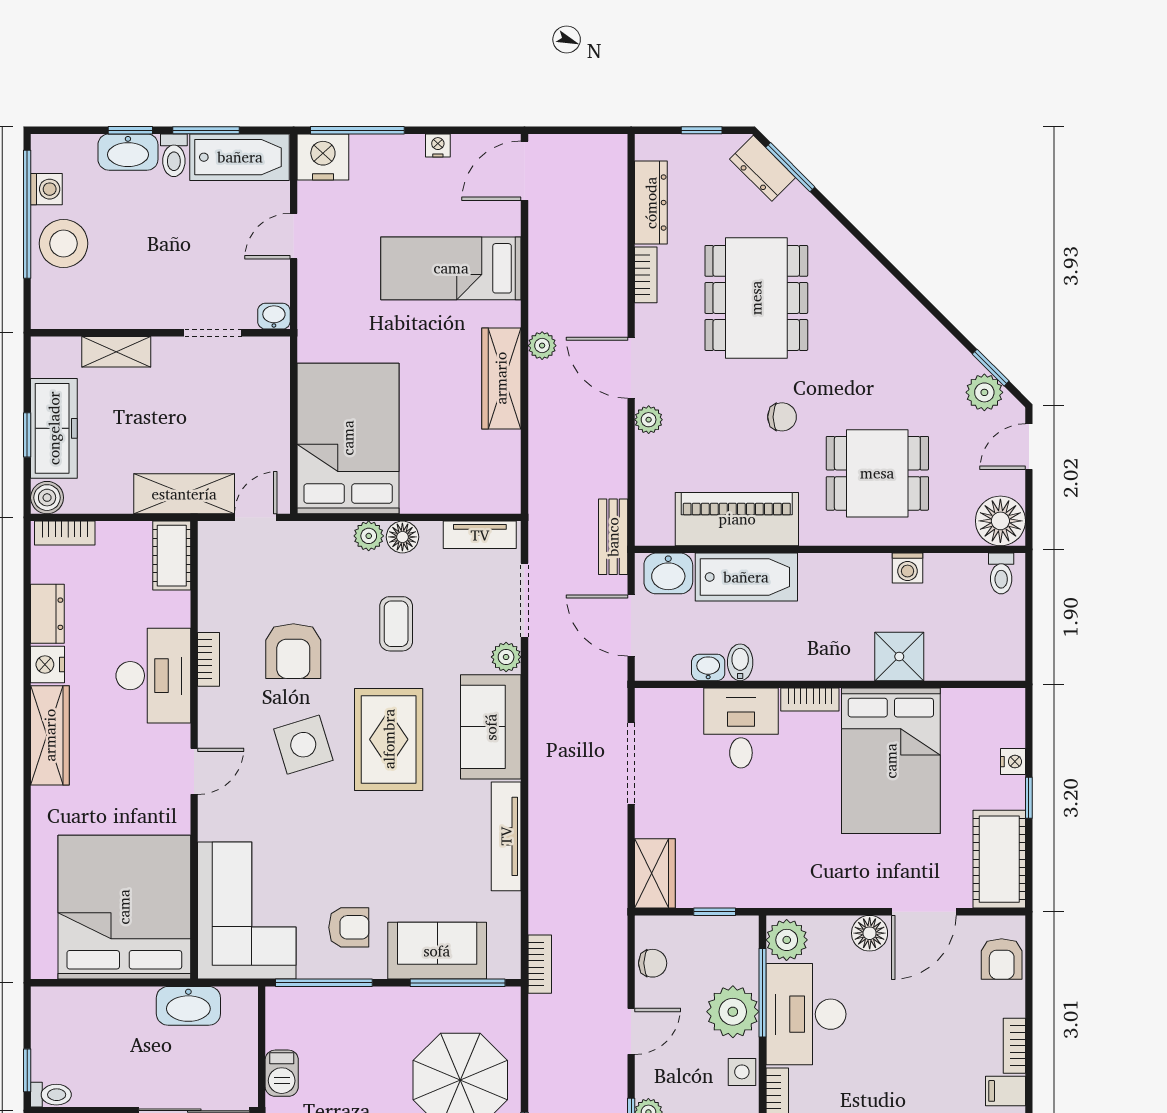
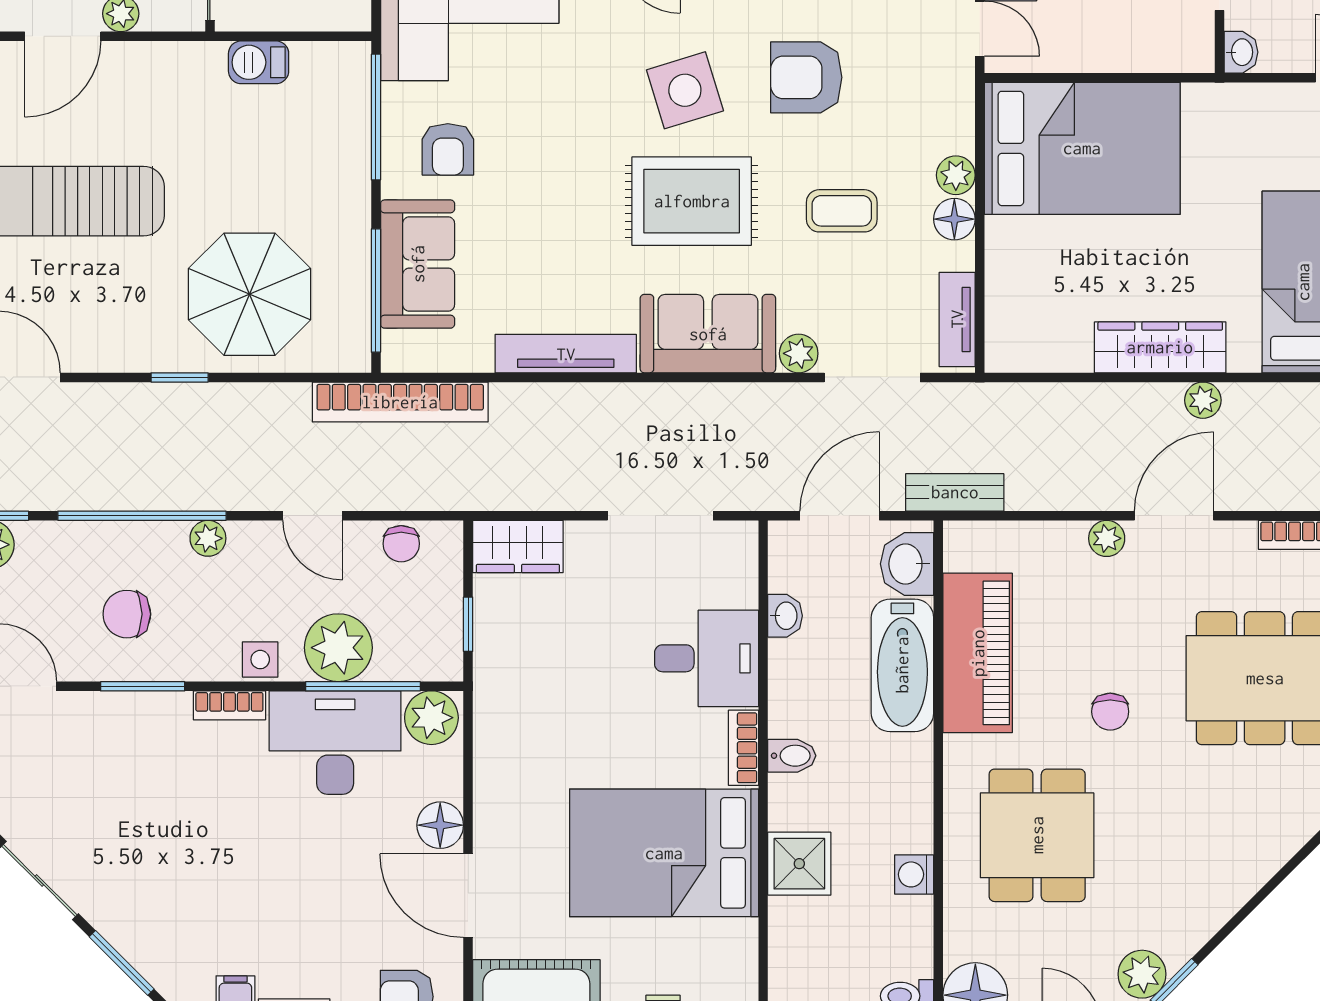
bidet: (740, 662) -> (792, 756), moved
bookcase: (540, 964) -> (400, 402), width x2.31, depth x1.31

